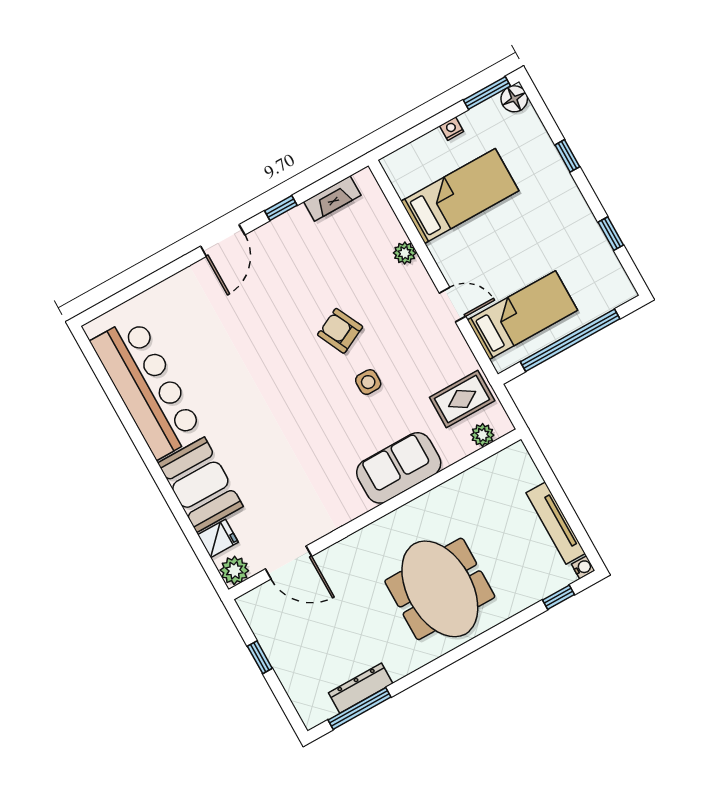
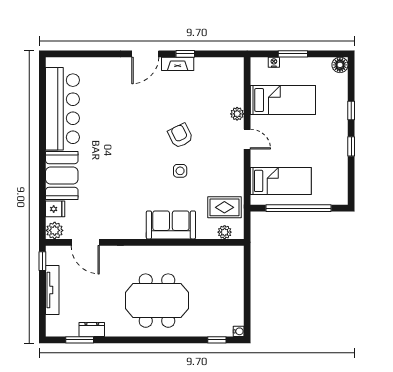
window: (487, 93) -> (293, 54), moved
nightstand: (452, 129) -> (274, 62), moved
fireplace: (332, 198) -> (178, 64), moved
window: (611, 234) -> (351, 146), moved
door: (452, 305) -> (247, 139), moved
tv unit: (556, 523) -> (52, 290), moved, turned 180
meeting table: (440, 589) -> (157, 301), turned 90
window: (260, 657) -> (42, 261), moved
dresser: (361, 688) -> (92, 329), width x0.70
window: (360, 708) -> (80, 340), width x0.69

